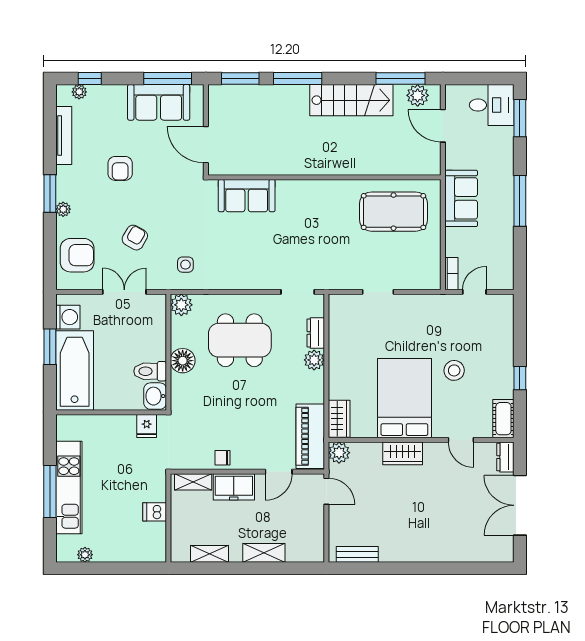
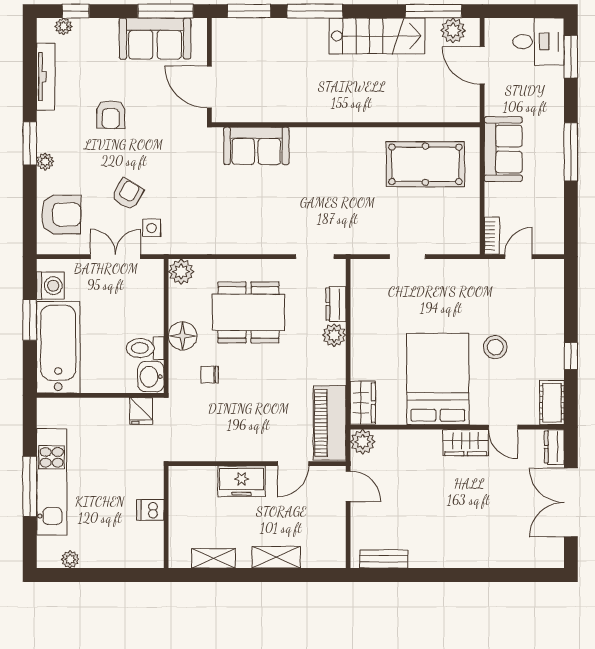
side table: (185, 265) -> (152, 228), moved
wardrobe: (403, 453) -> (466, 443), moved
chair: (222, 458) -> (210, 375), moved
shelving: (193, 482) -> (195, 475), removed

